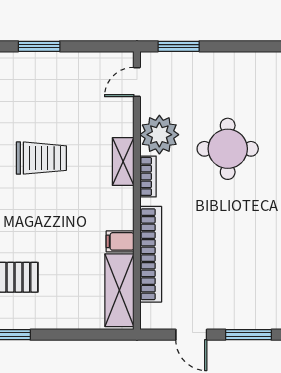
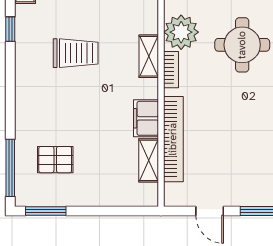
filing cabinet: (120, 241) -> (146, 118), width x2.00
shelving: (119, 290) -> (149, 160), width x0.67, depth x0.75

